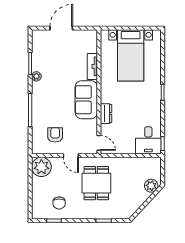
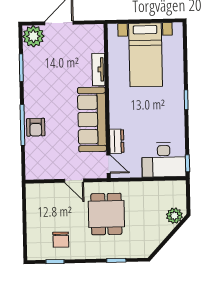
plant: (36, 76) -> (33, 36), moved, width x1.87, depth x1.87
sofa: (86, 100) -> (92, 119), width x1.36
dresser: (106, 114) -> (117, 141), moved
armchair: (55, 135) -> (36, 127), moved, turned 180
desk: (148, 140) -> (164, 160), width x1.37
plant: (41, 167) -> (38, 195), removed

